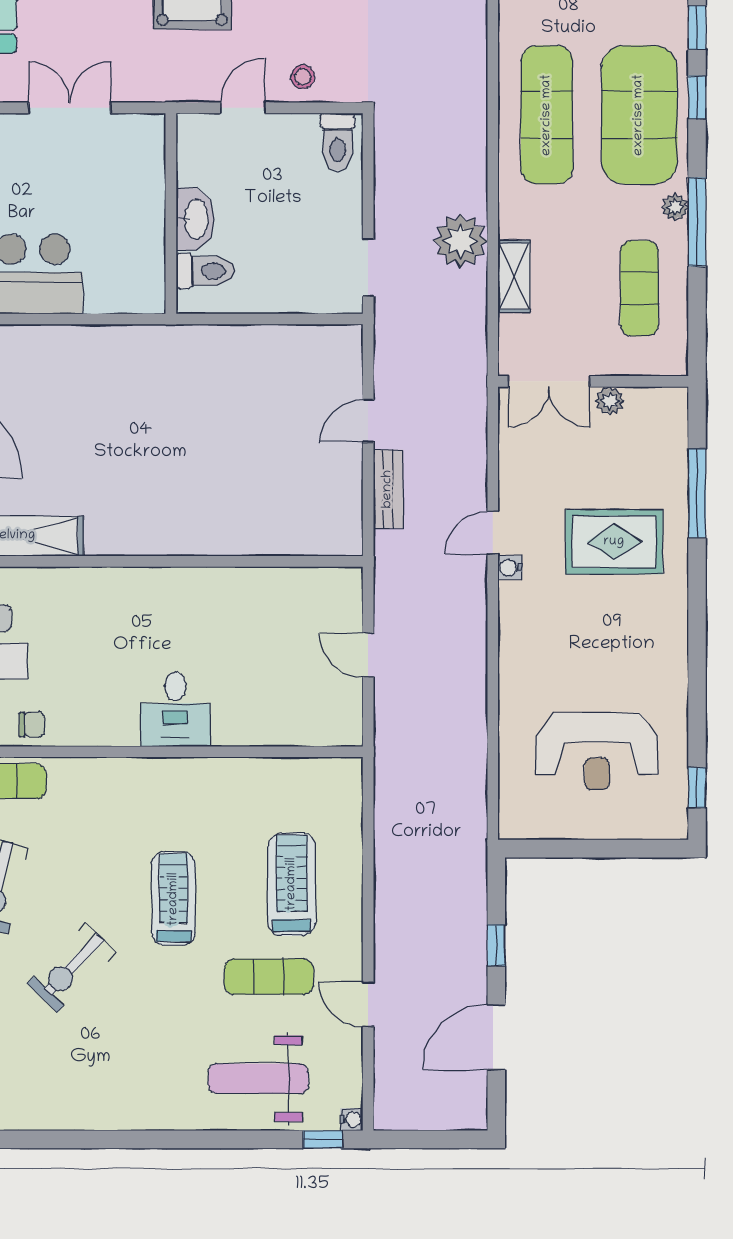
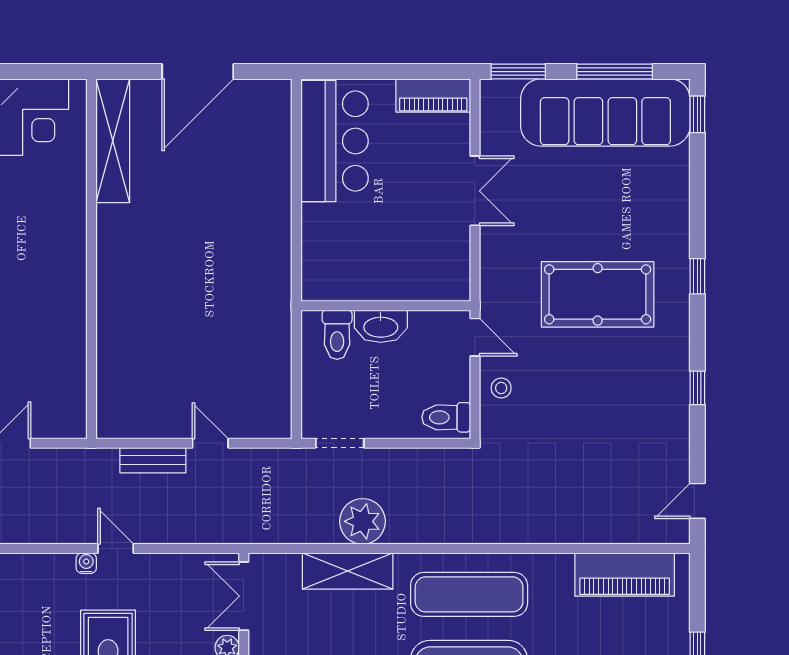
wall: (171, 213) -> (386, 306), moved
washbasin: (195, 219) -> (381, 326), moved
toilet: (205, 271) -> (337, 335), moved
shelving: (514, 276) -> (348, 571), width x1.50, depth x1.33

